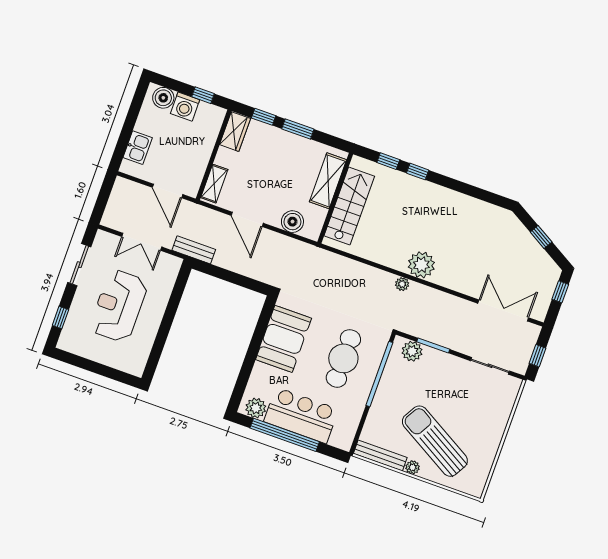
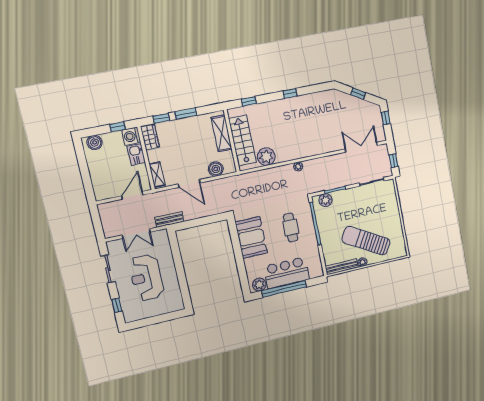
washing machine: (185, 107) -> (131, 136), moved, turned 90
kitchen sink: (138, 148) -> (136, 154), moved, turned 180
window: (418, 172) -> (290, 93), moved
door: (168, 191) -> (132, 195), swing flipped
plant: (421, 265) -> (266, 157), moved
cafe table: (343, 358) -> (291, 227), width x0.73, depth x0.74

